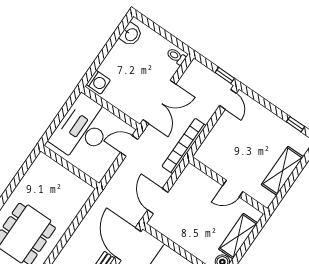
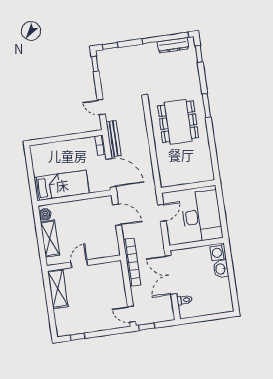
washbasin: (131, 34) -> (221, 269), moved
toilet: (176, 56) -> (185, 300), moved
door: (129, 146) -> (162, 213), moved
shelving: (282, 171) -> (58, 289), moved

